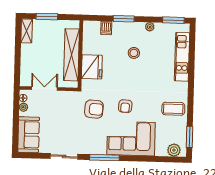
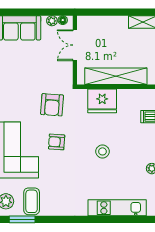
stool: (134, 53) -> (102, 151), moved
double door: (44, 89) -> (75, 45), swing flipped
coffee table: (173, 109) -> (32, 201), moved

